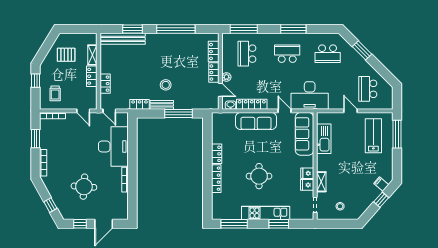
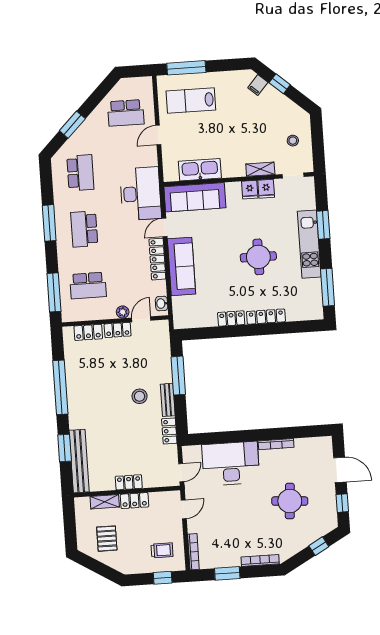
window: (36, 81) -> (163, 578), moved
locker: (105, 84) -> (129, 482), moved
locker: (252, 104) -> (157, 259), moved

